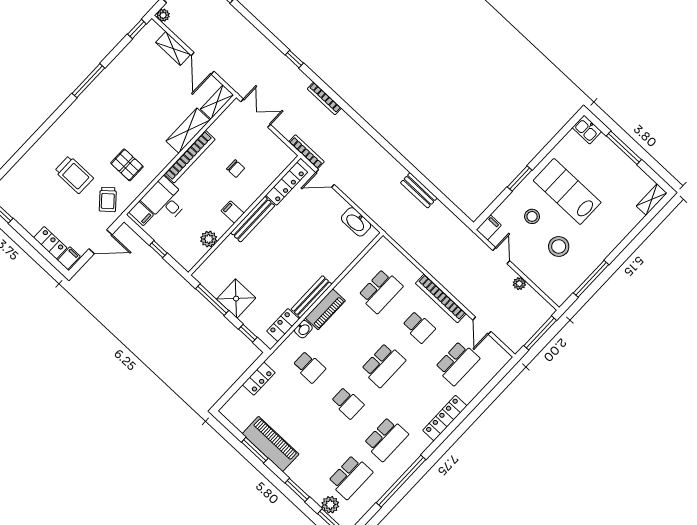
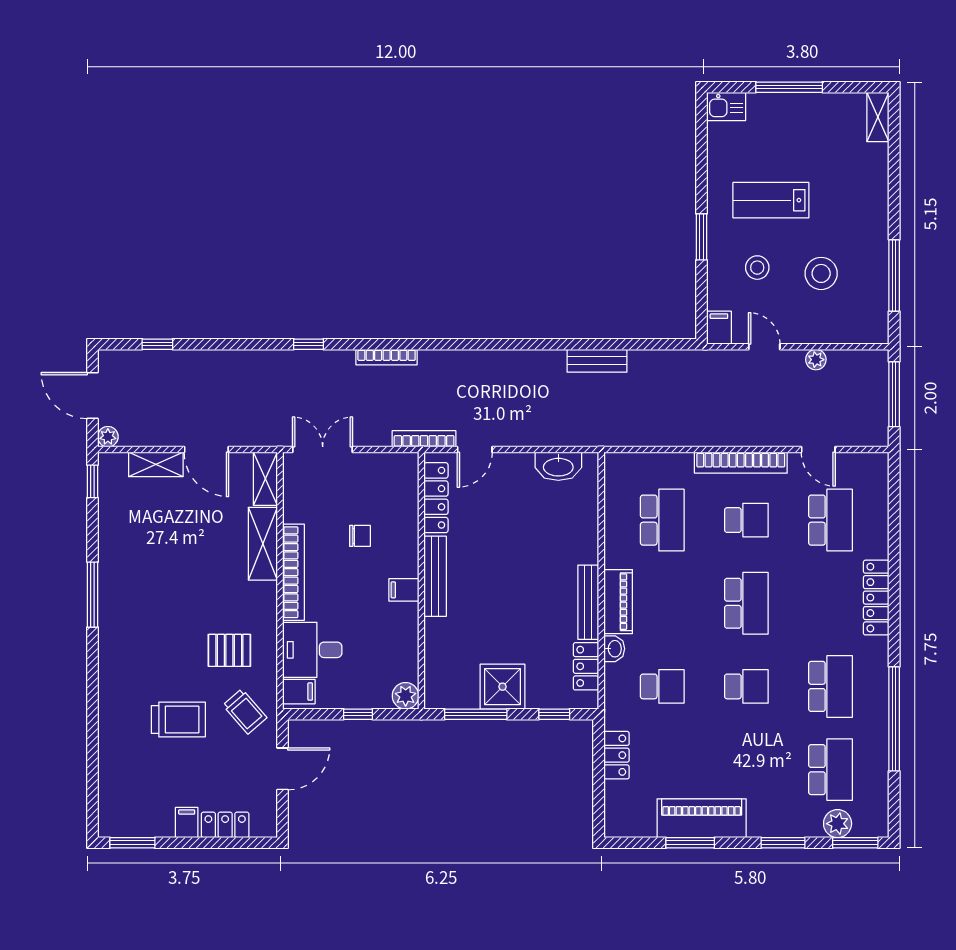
lab bench: (567, 191) -> (771, 200), width x0.73, depth x0.72
plant: (209, 239) -> (406, 696), moved
filing cabinet: (69, 258) -> (187, 823), moved

